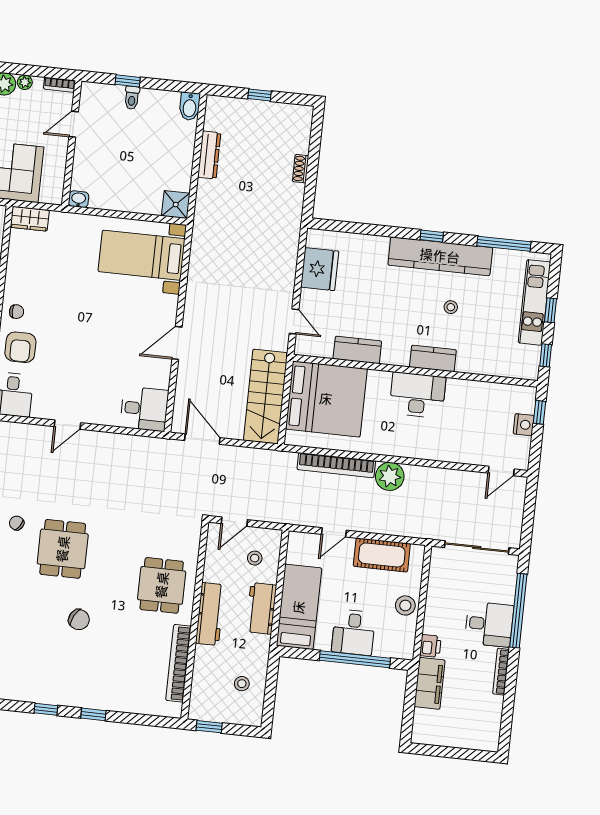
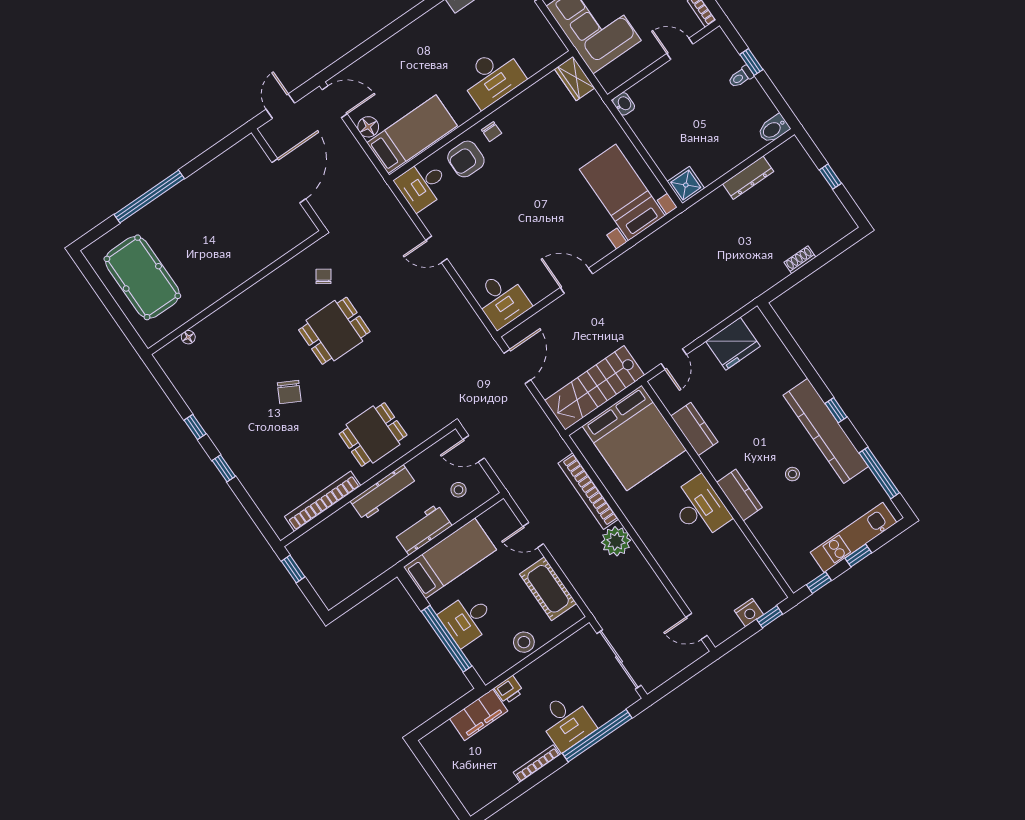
stool: (242, 684) -> (350, 565), removed

